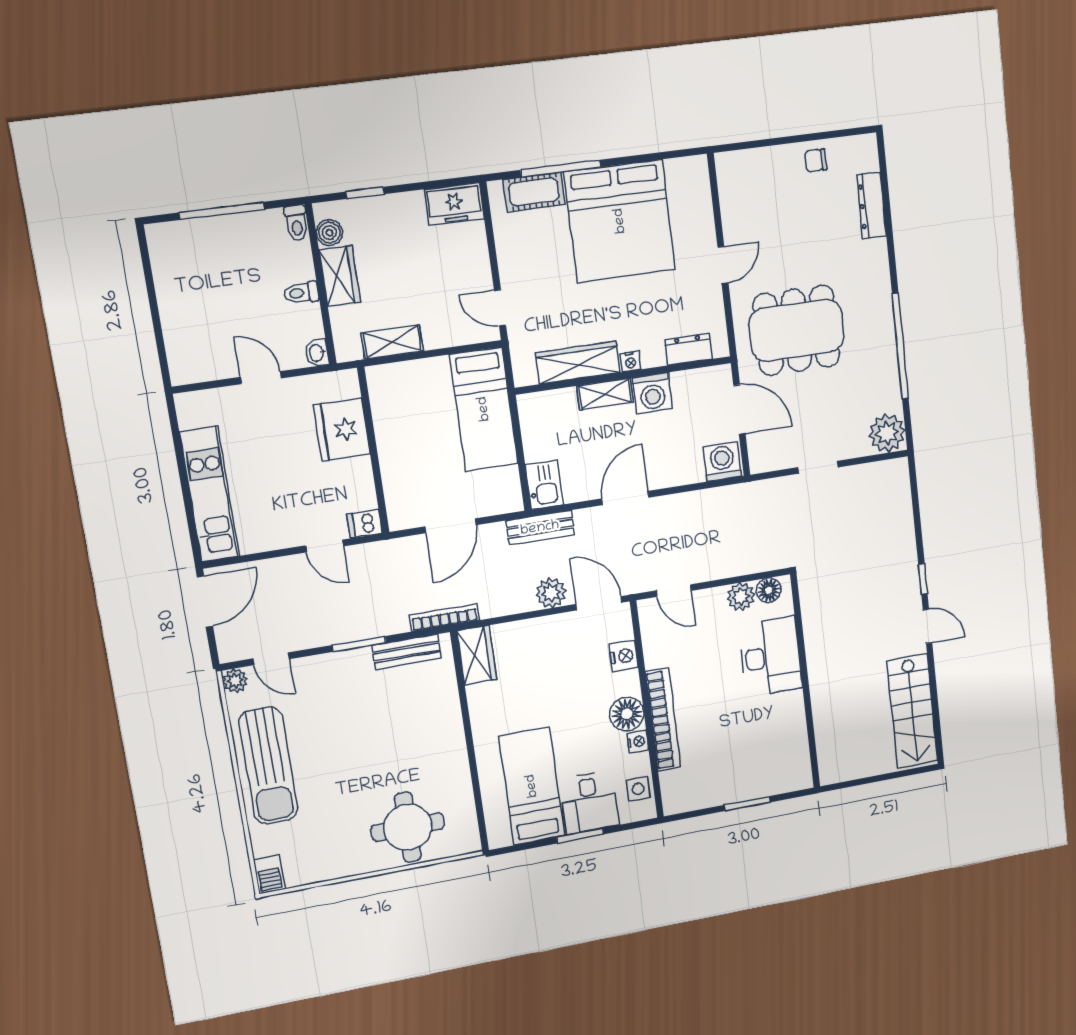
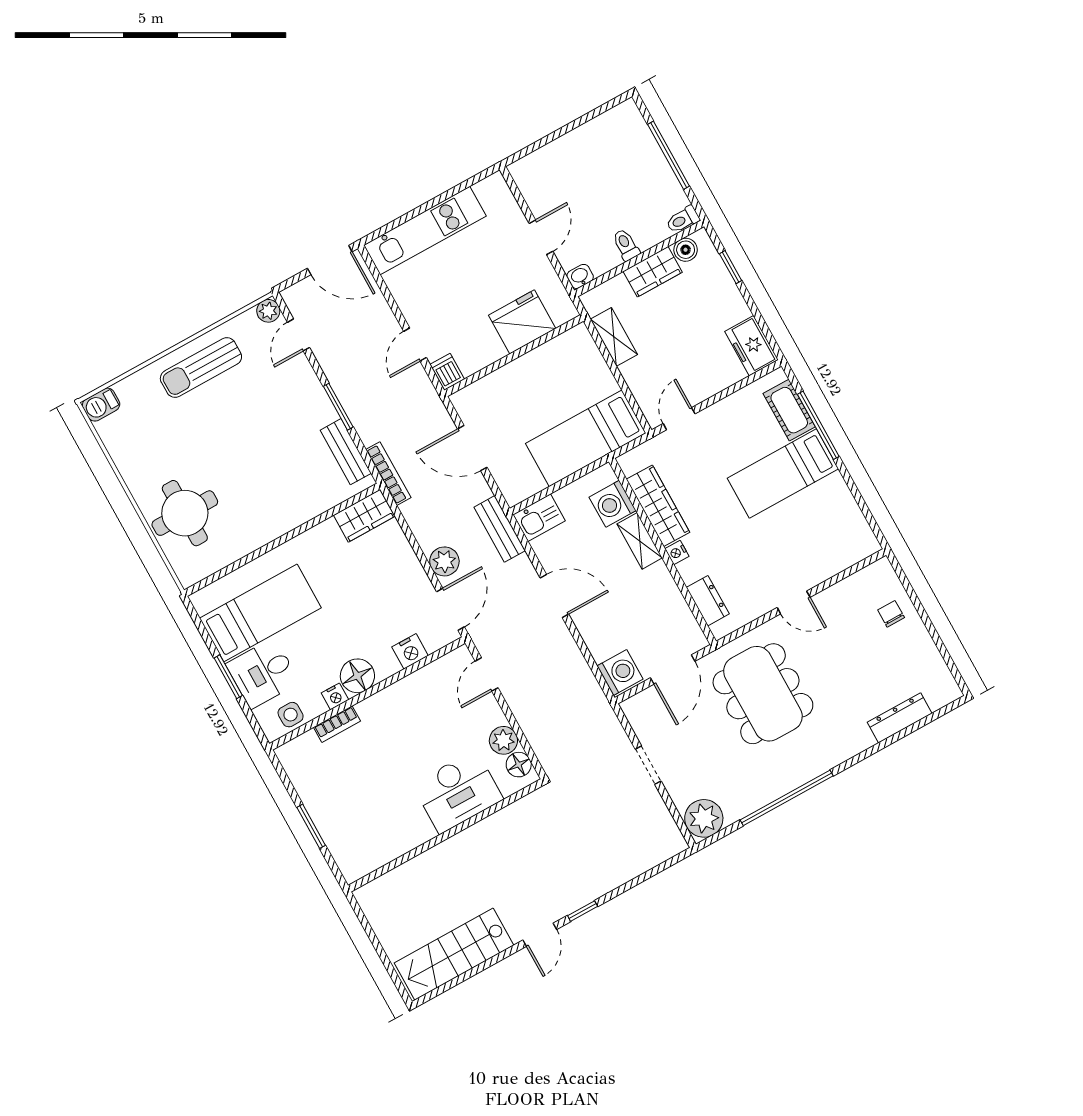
chair: (816, 160) -> (891, 614), moved
bed: (620, 221) -> (783, 474), width x0.49
washing machine: (652, 393) -> (613, 504), moved
bookcase: (663, 720) -> (337, 724), width x0.43, depth x0.76
sun lounger: (268, 766) -> (201, 368), width x0.73, depth x0.75

